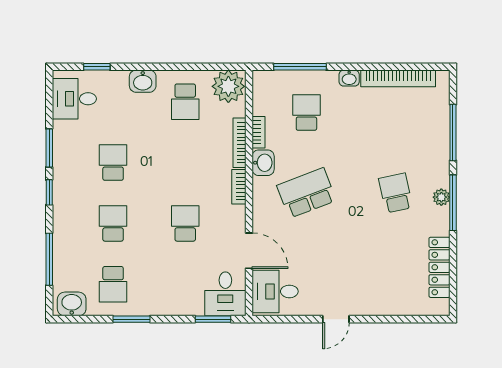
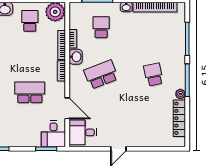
school desk: (185, 102) -> (30, 21), turned 180
plant: (441, 197) -> (180, 94), moved
school desk: (185, 223) -> (30, 92), width x1.85

